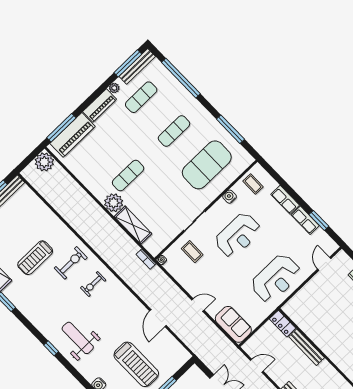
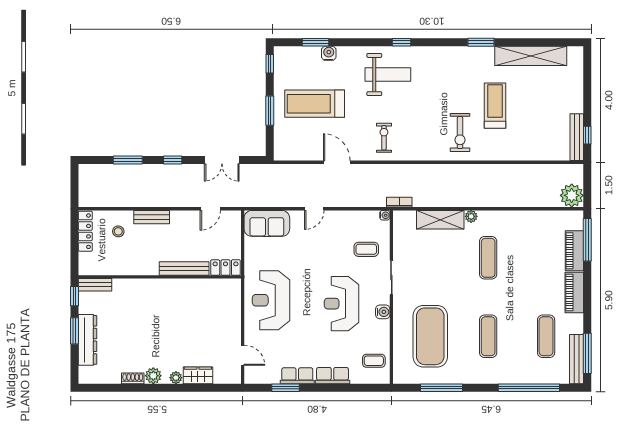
plant: (114, 88) -> (577, 320), removed
piano: (72, 135) -> (574, 251), width x0.73, depth x0.75
water cooler: (230, 197) -> (383, 312), moved
plant: (114, 203) -> (471, 216), width x0.53, depth x0.53
exercise bike: (93, 284) -> (384, 138), moved

